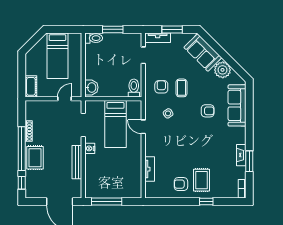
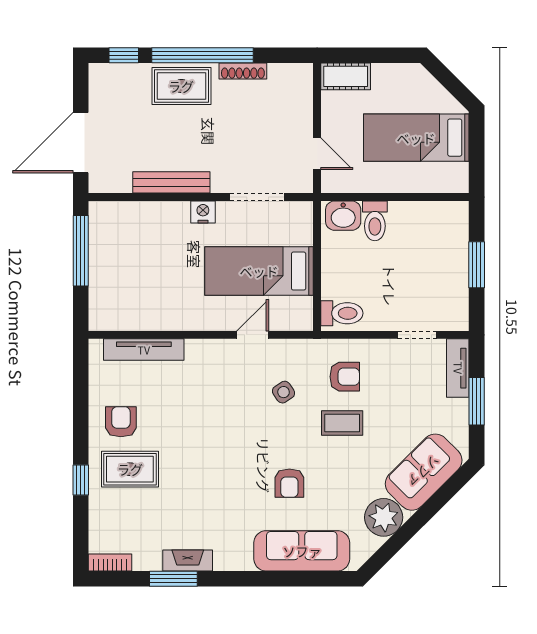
toilet: (94, 38) -> (375, 221), moved
tv unit: (150, 169) -> (144, 350), width x1.41

